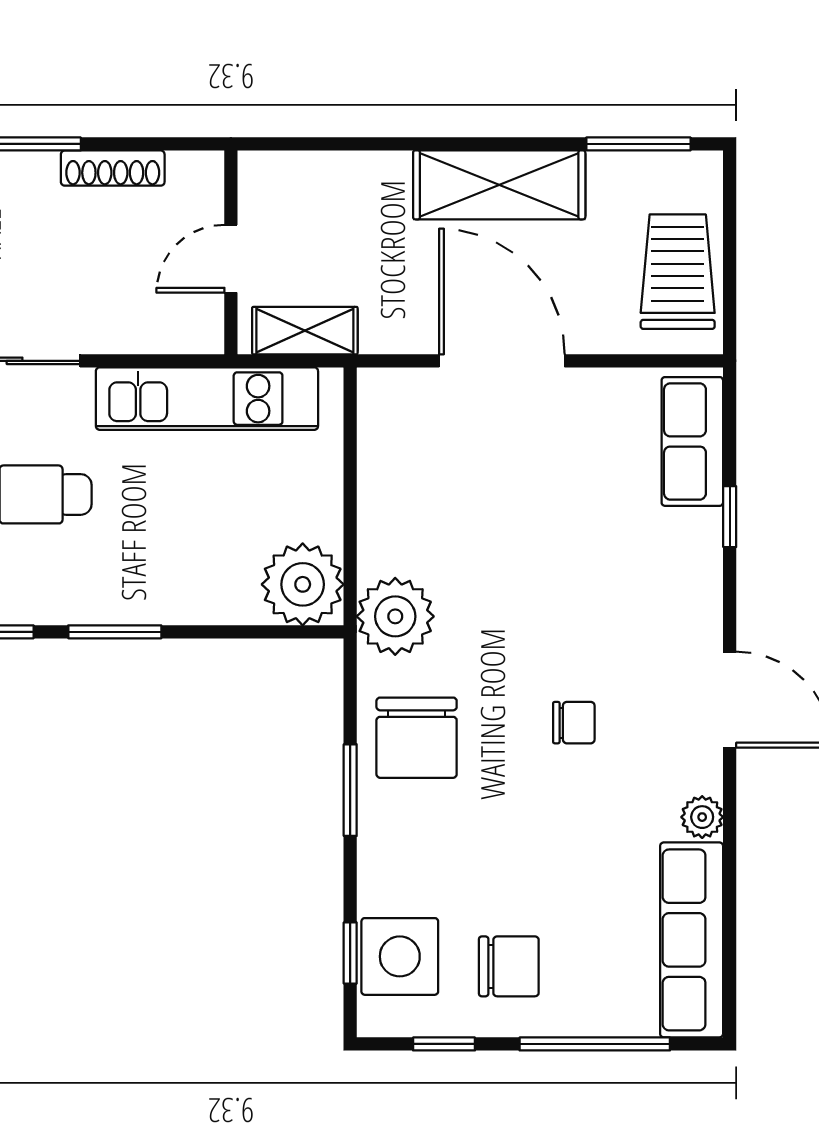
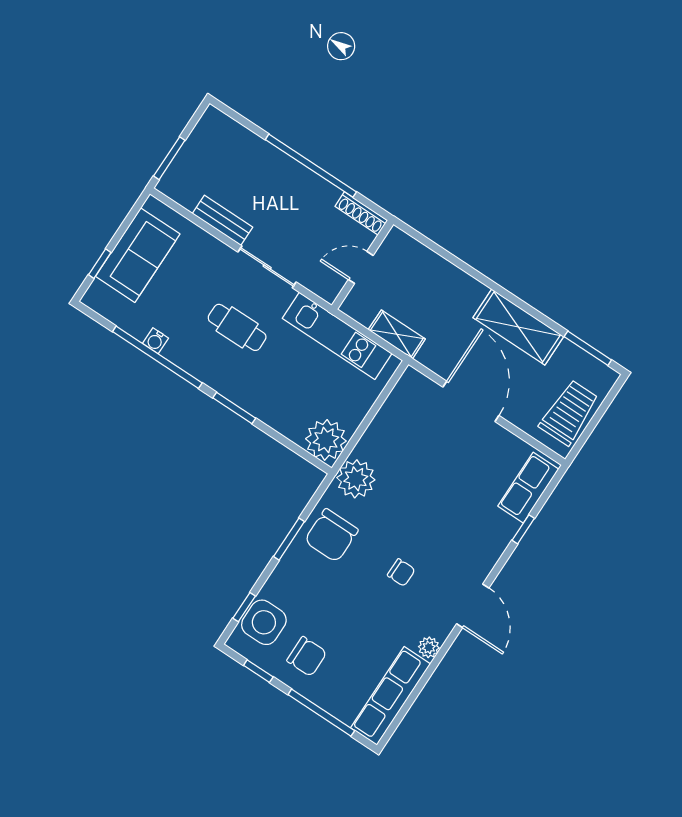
wall: (231, 252) -> (363, 265), moved
door: (231, 259) -> (361, 267), moved

